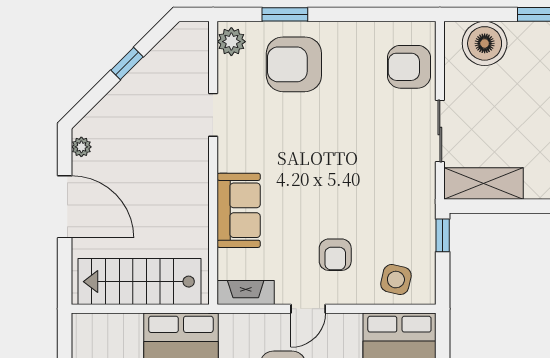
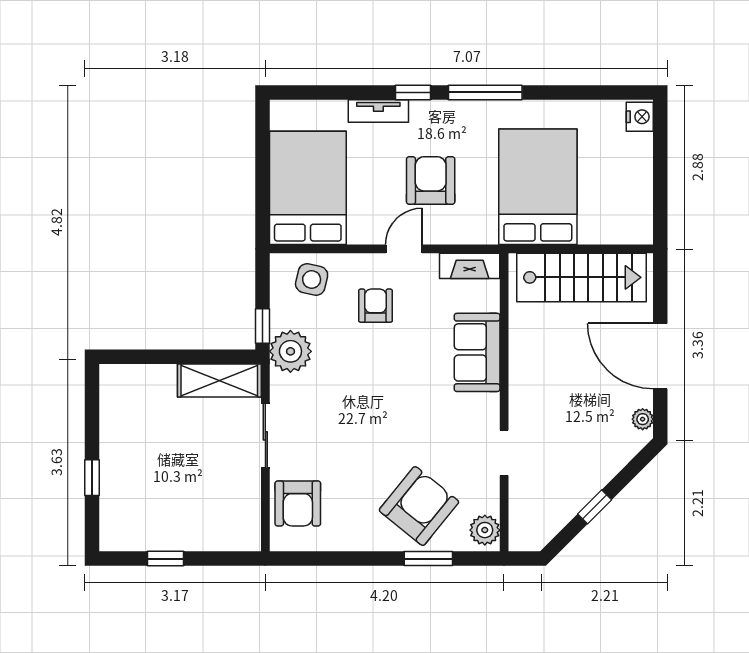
boiler: (485, 43) -> (218, 528), removed
armchair: (294, 64) -> (419, 506), turned -51
armchair: (409, 67) -> (298, 503), turned 90
plant: (416, 211) -> (290, 351), added

